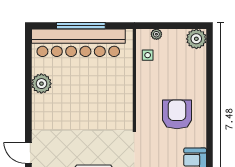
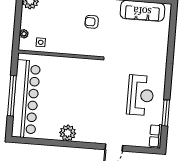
plant: (41, 84) -> (68, 133), moved
armchair: (177, 114) -> (92, 22), width x0.53, depth x0.53

